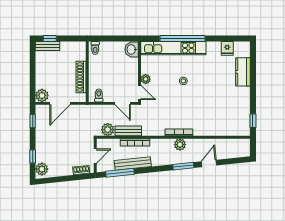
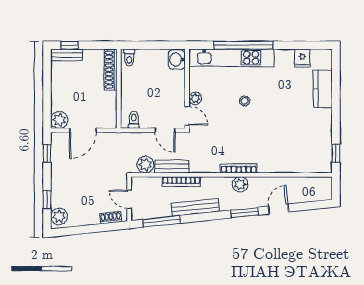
shoe rack: (81, 77) -> (111, 70), moved
door: (95, 156) -> (129, 199), swing flipped
bench: (133, 164) -> (195, 207), moved

